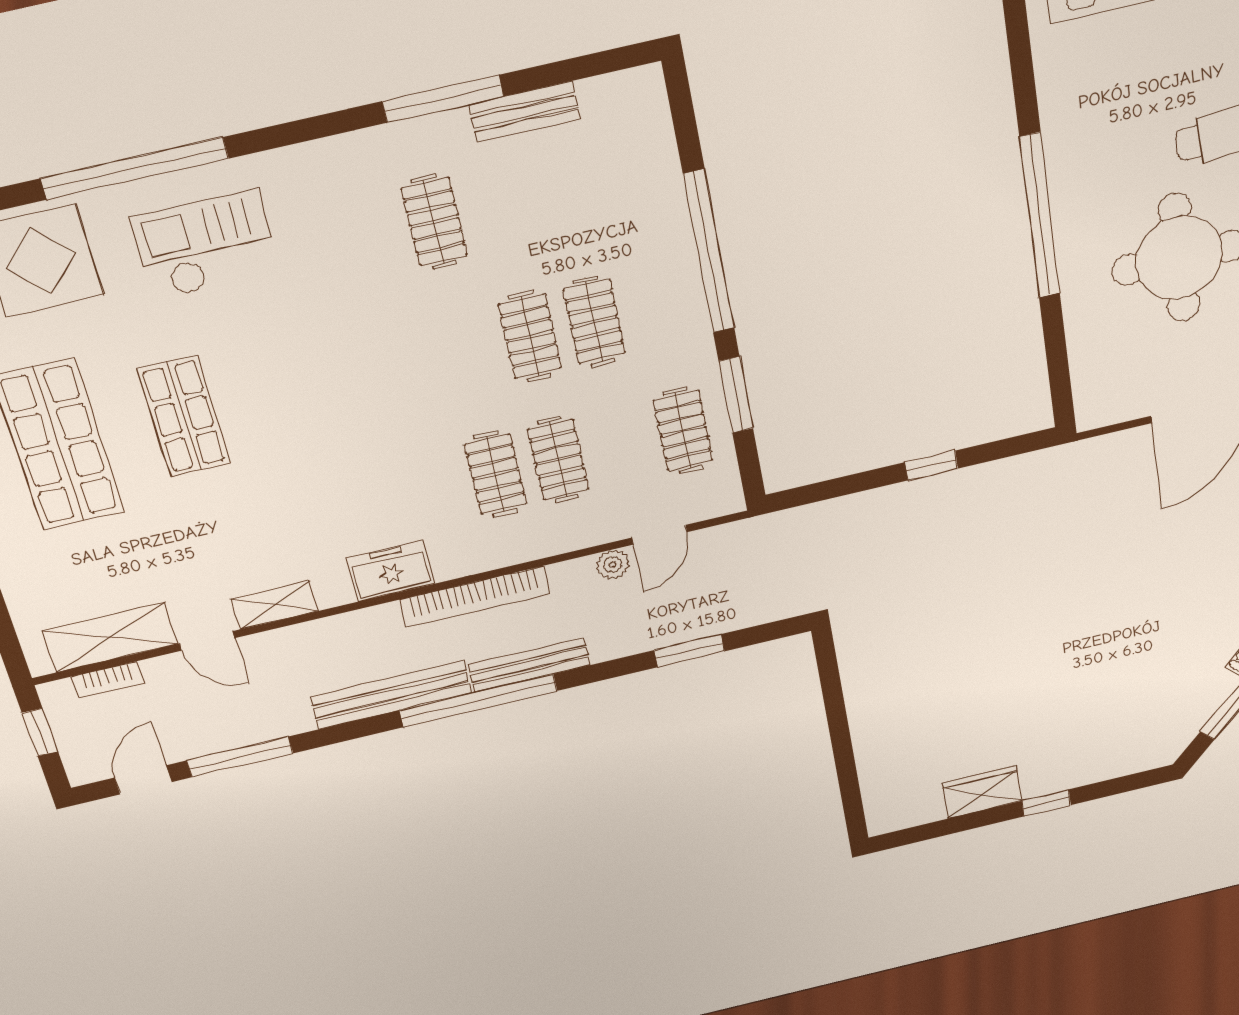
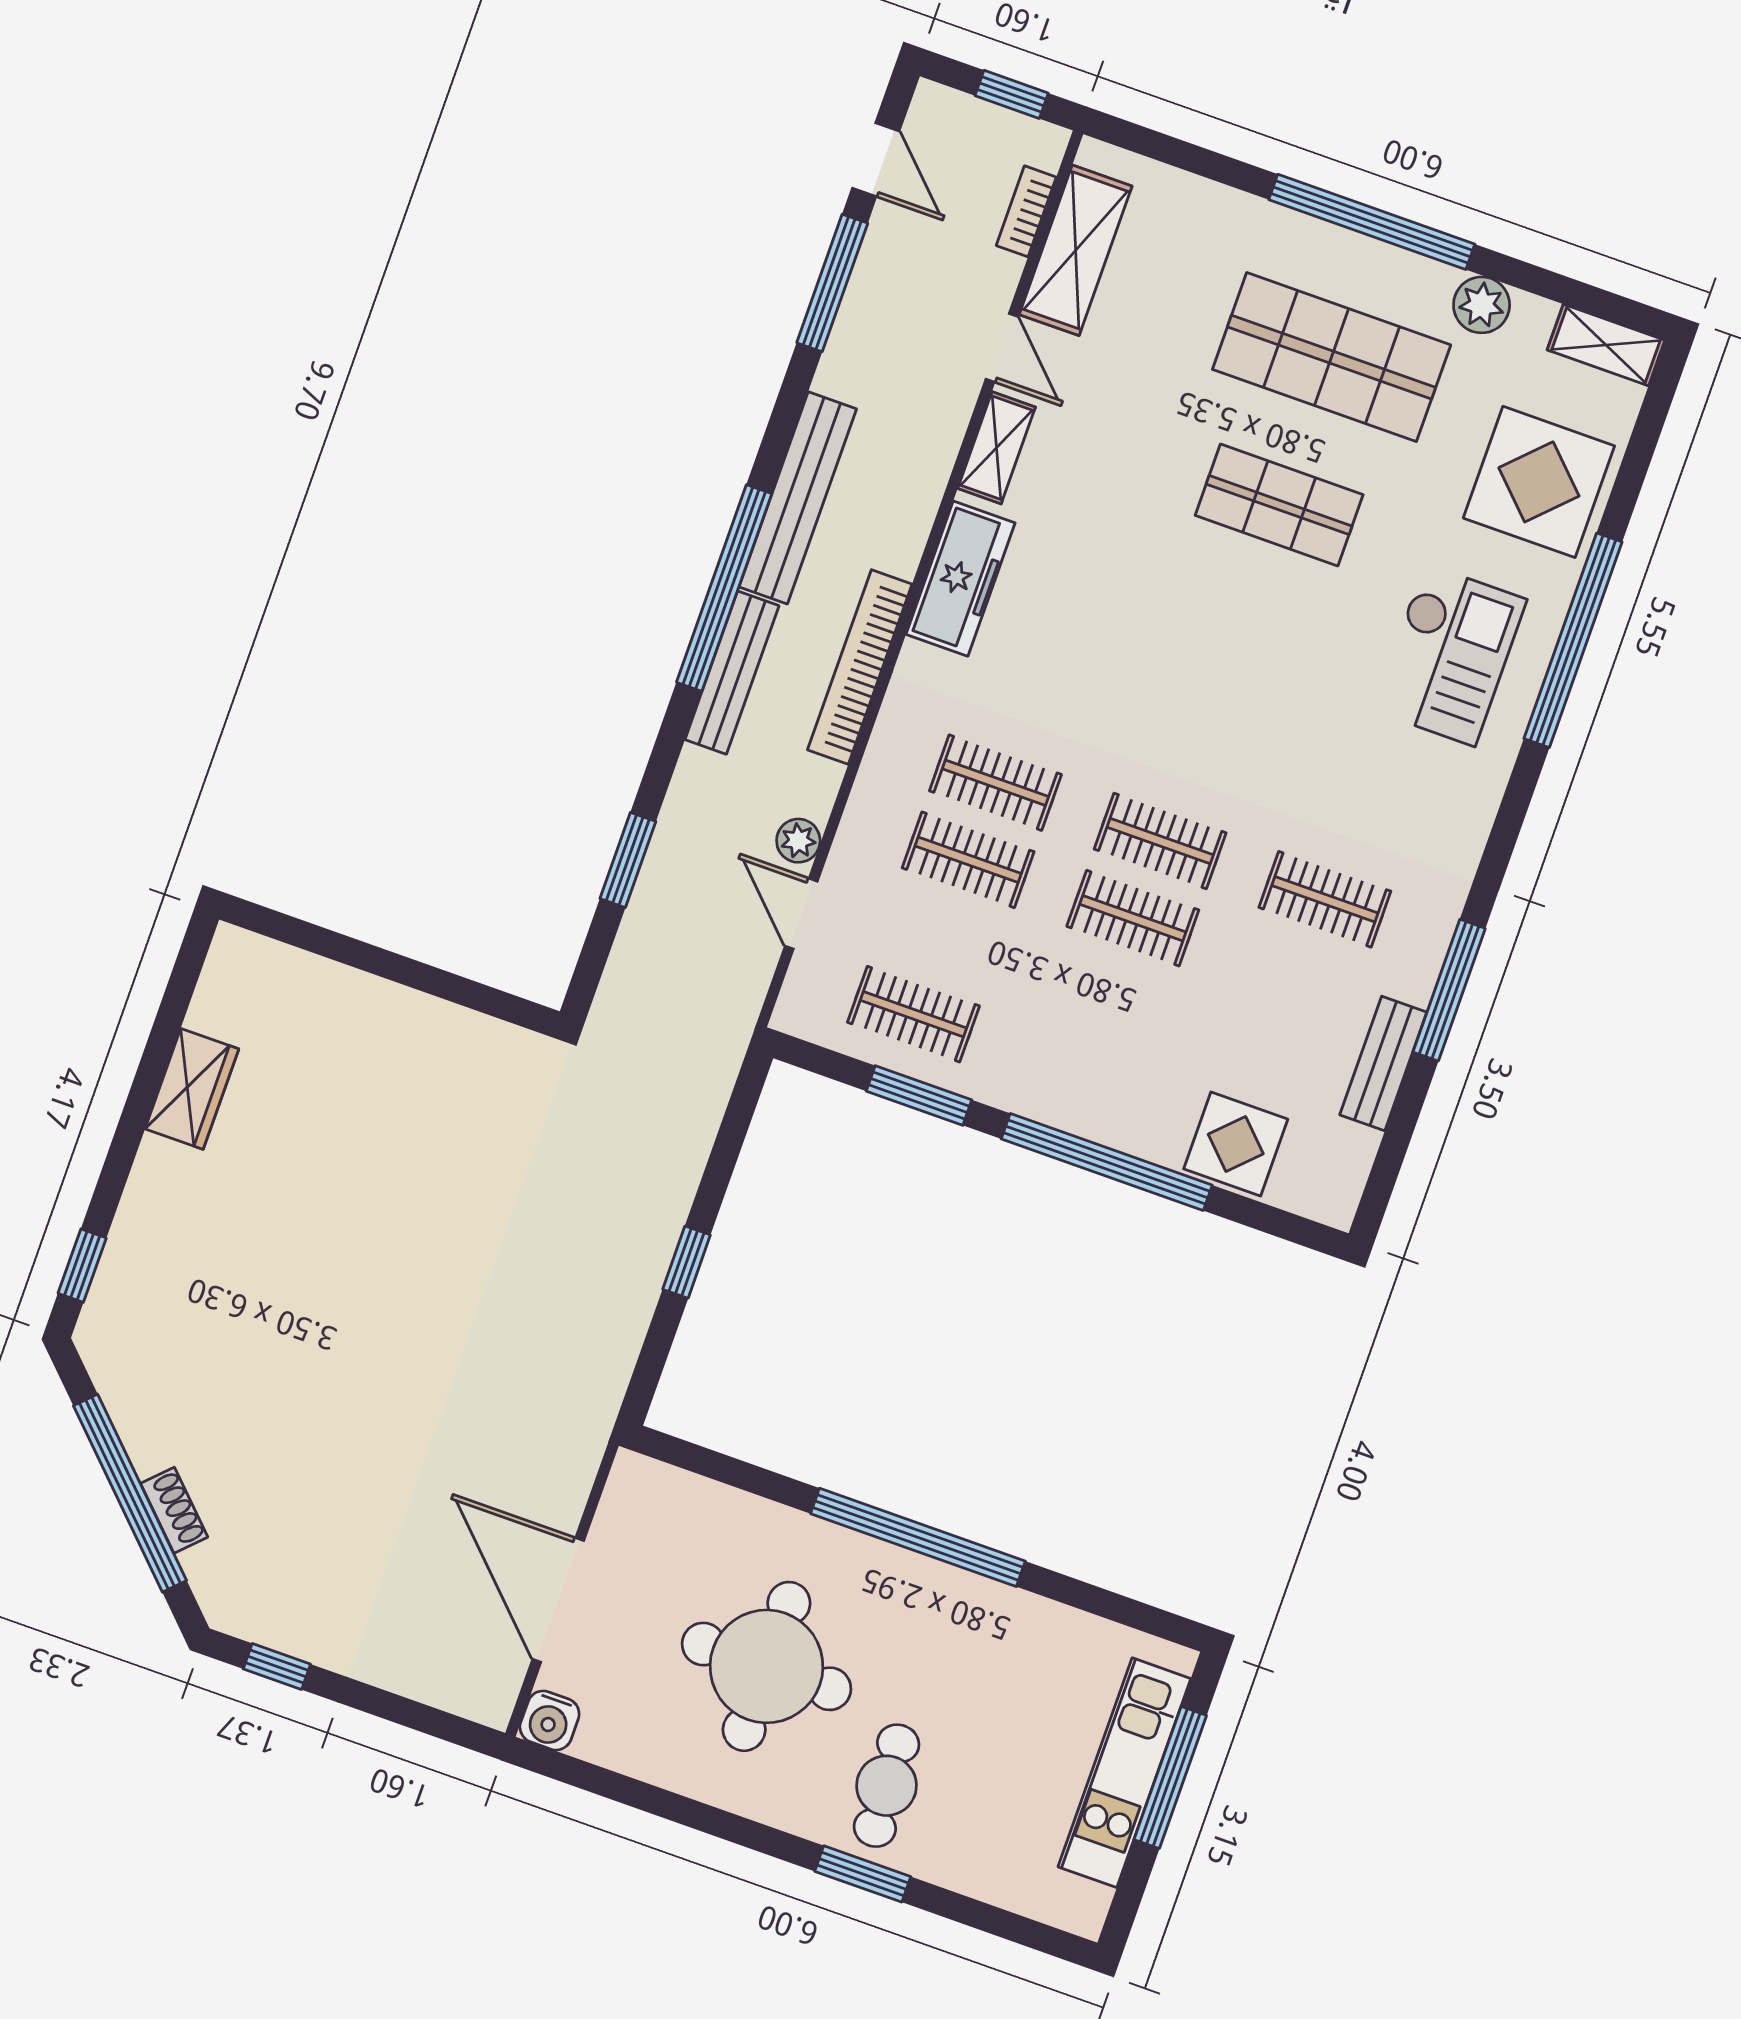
display table: (644, 176) -> (1236, 1144), added
clothes rail: (594, 322) -> (1160, 841), moved
freezer: (391, 571) -> (961, 579), width x1.40
door: (207, 641) -> (1002, 348), swing flipped
window: (1046, 803) -> (82, 1266), moved

